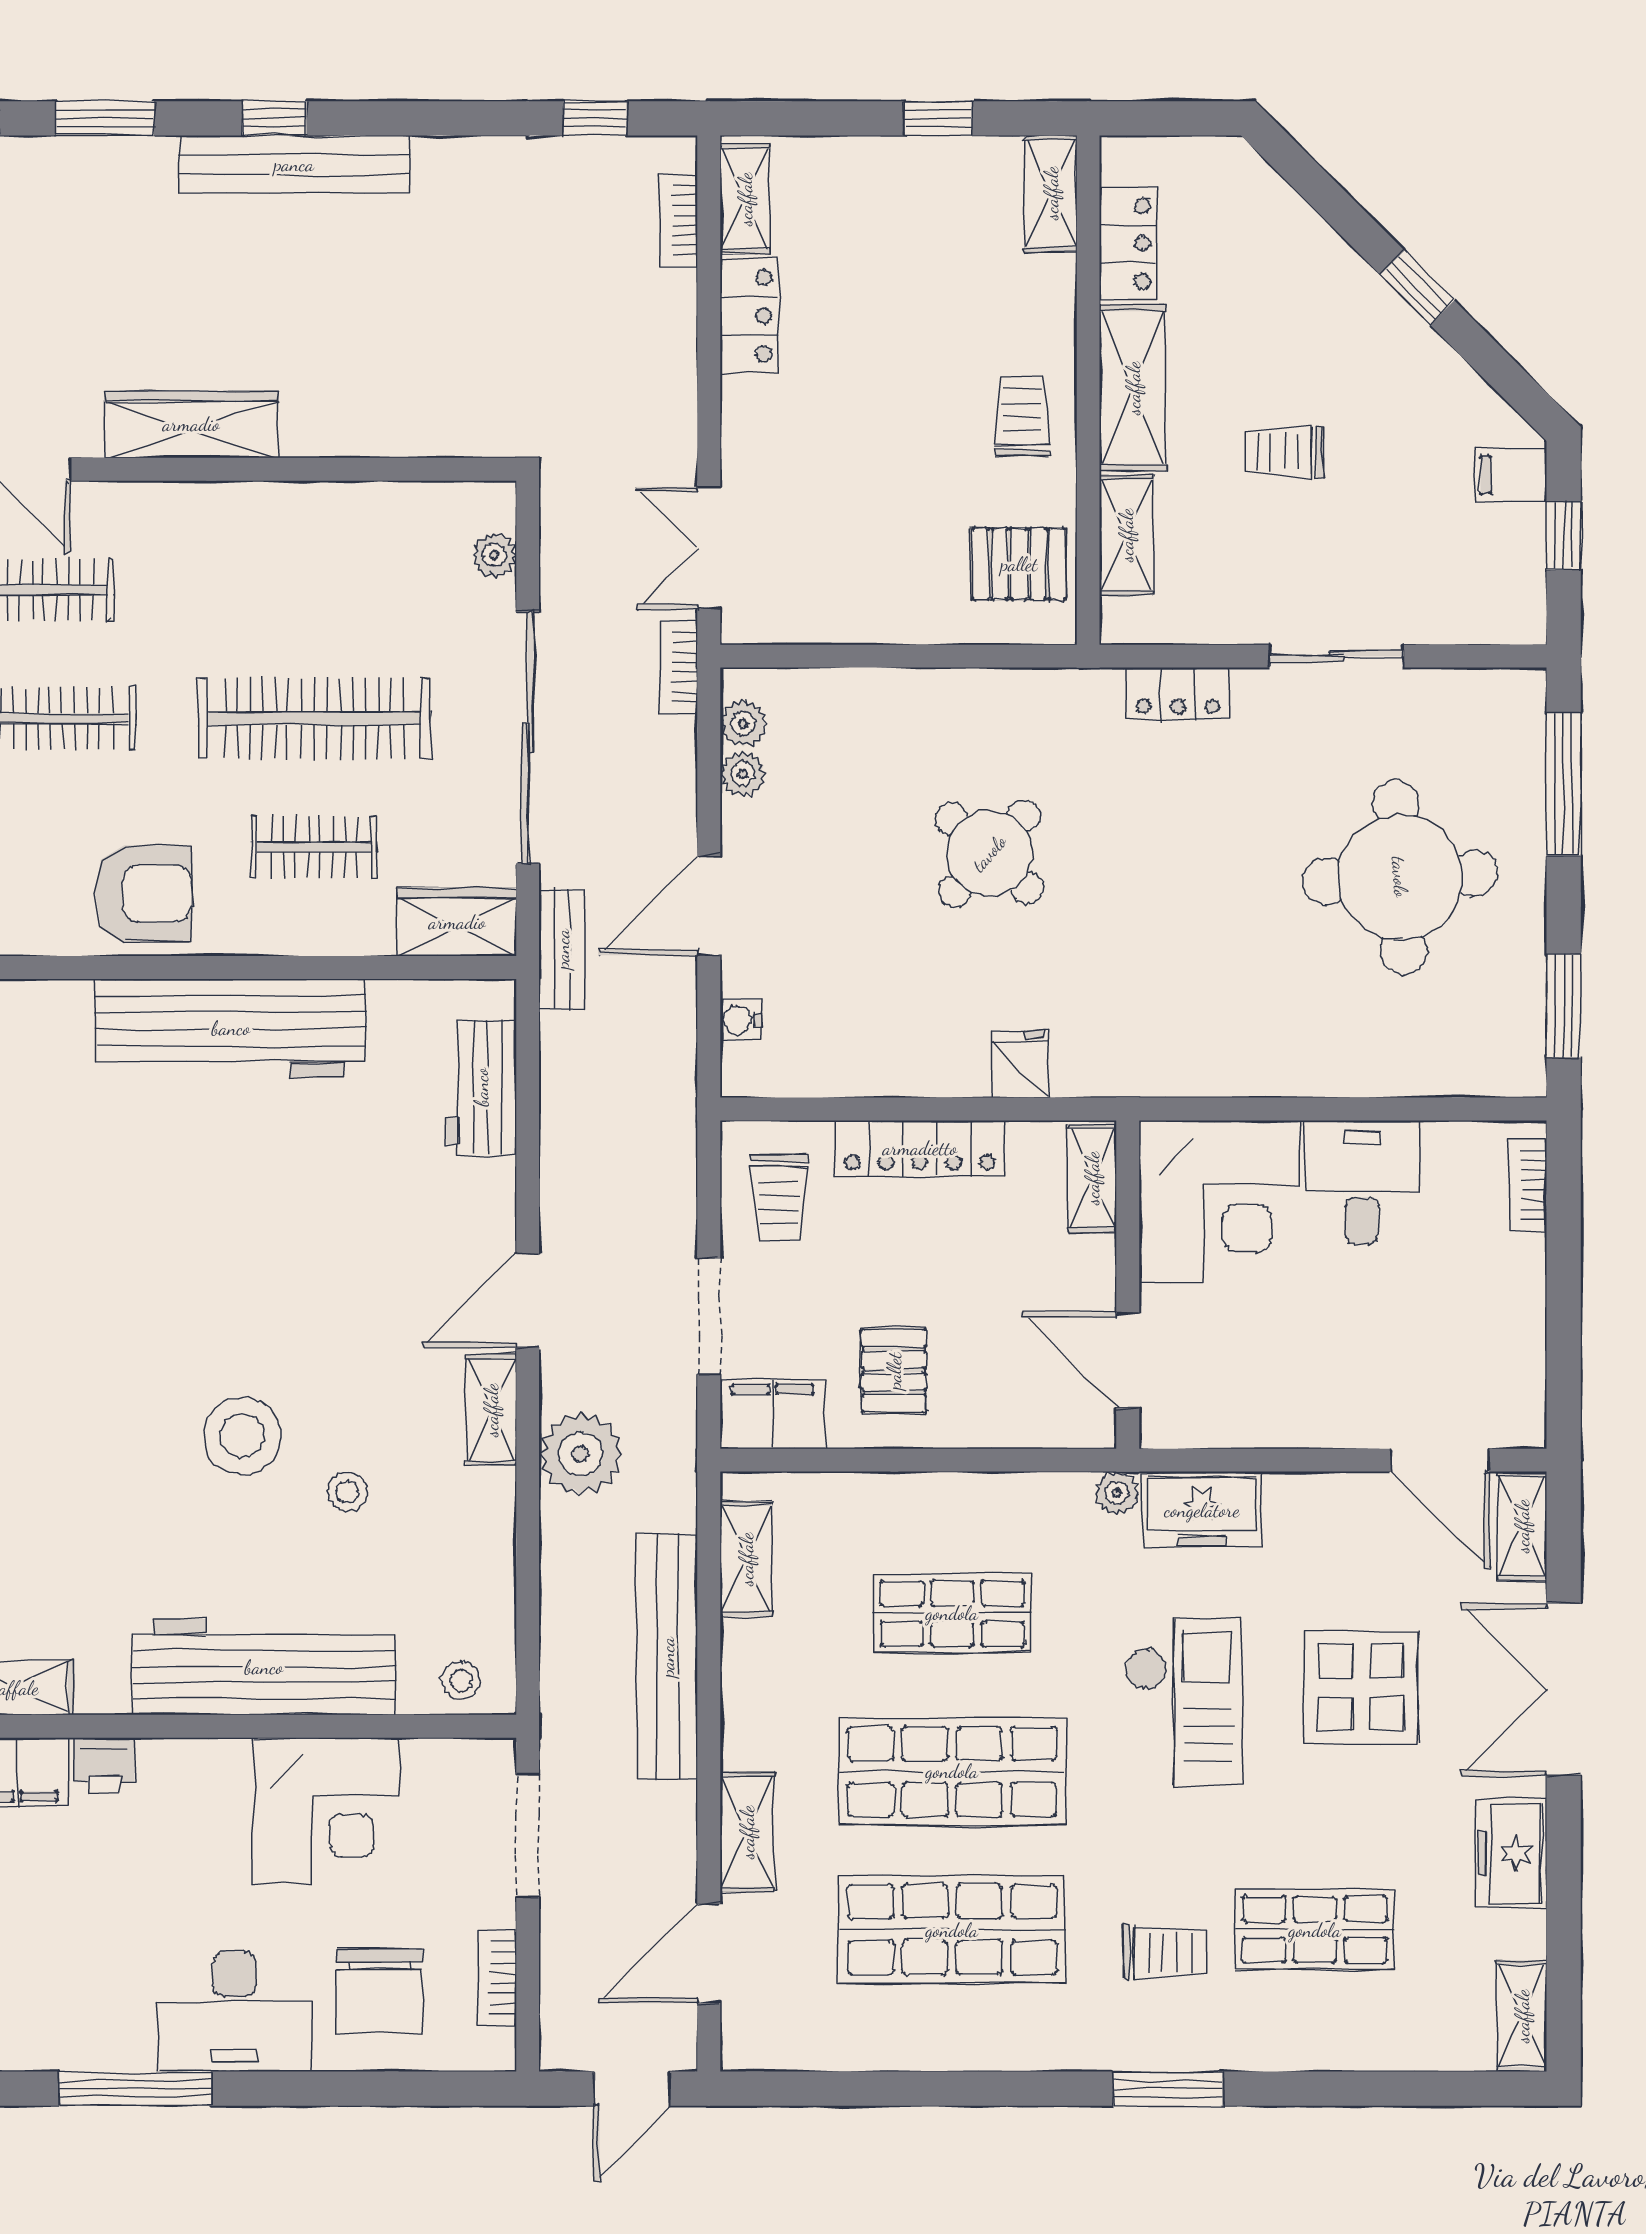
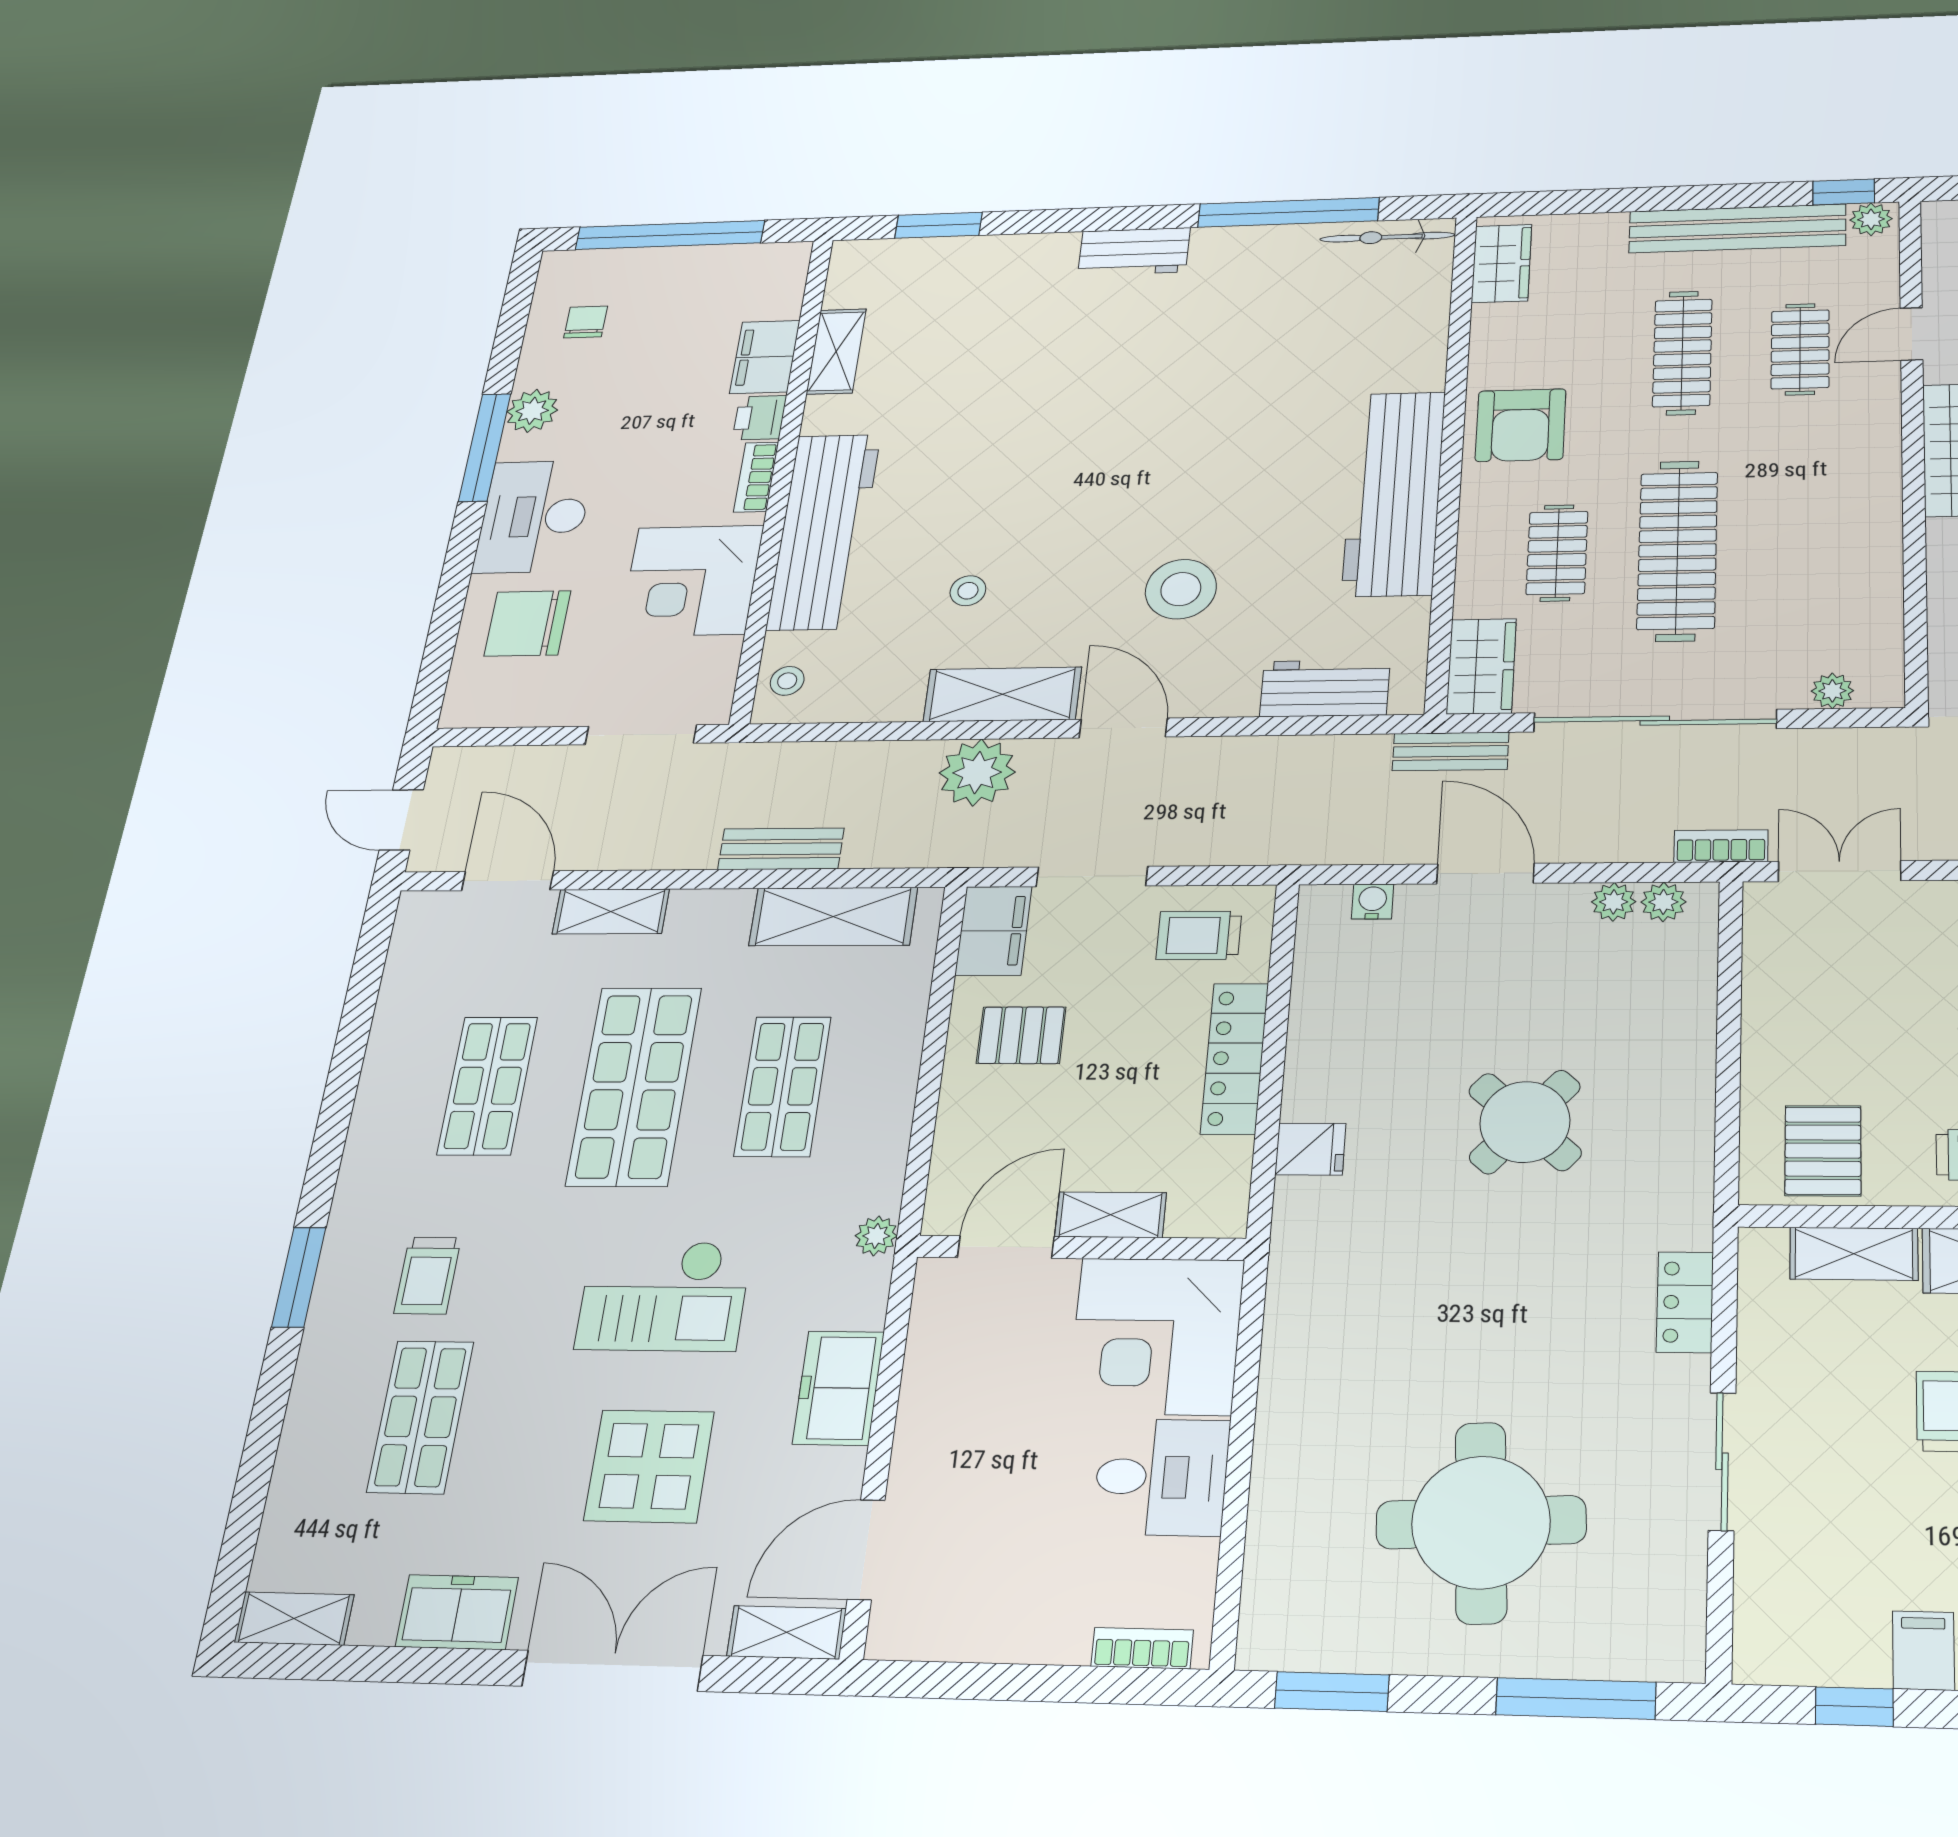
shelving: (1092, 1178) -> (1111, 1215), moved
shelving: (491, 1410) -> (1002, 694), width x1.50, depth x1.33
stool: (242, 1436) -> (1181, 589), moved
freezer: (1202, 1510) -> (838, 1388), moved
shelving: (746, 1559) -> (833, 917), width x1.50, depth x1.33
bench: (667, 1657) -> (781, 849), width x0.54, depth x0.82
shop shelf: (952, 1930) -> (487, 1086), width x0.70, depth x0.74
bookcase: (497, 1978) -> (756, 477), moved, turned -90
plant: (85, 2041) -> (532, 411), added

